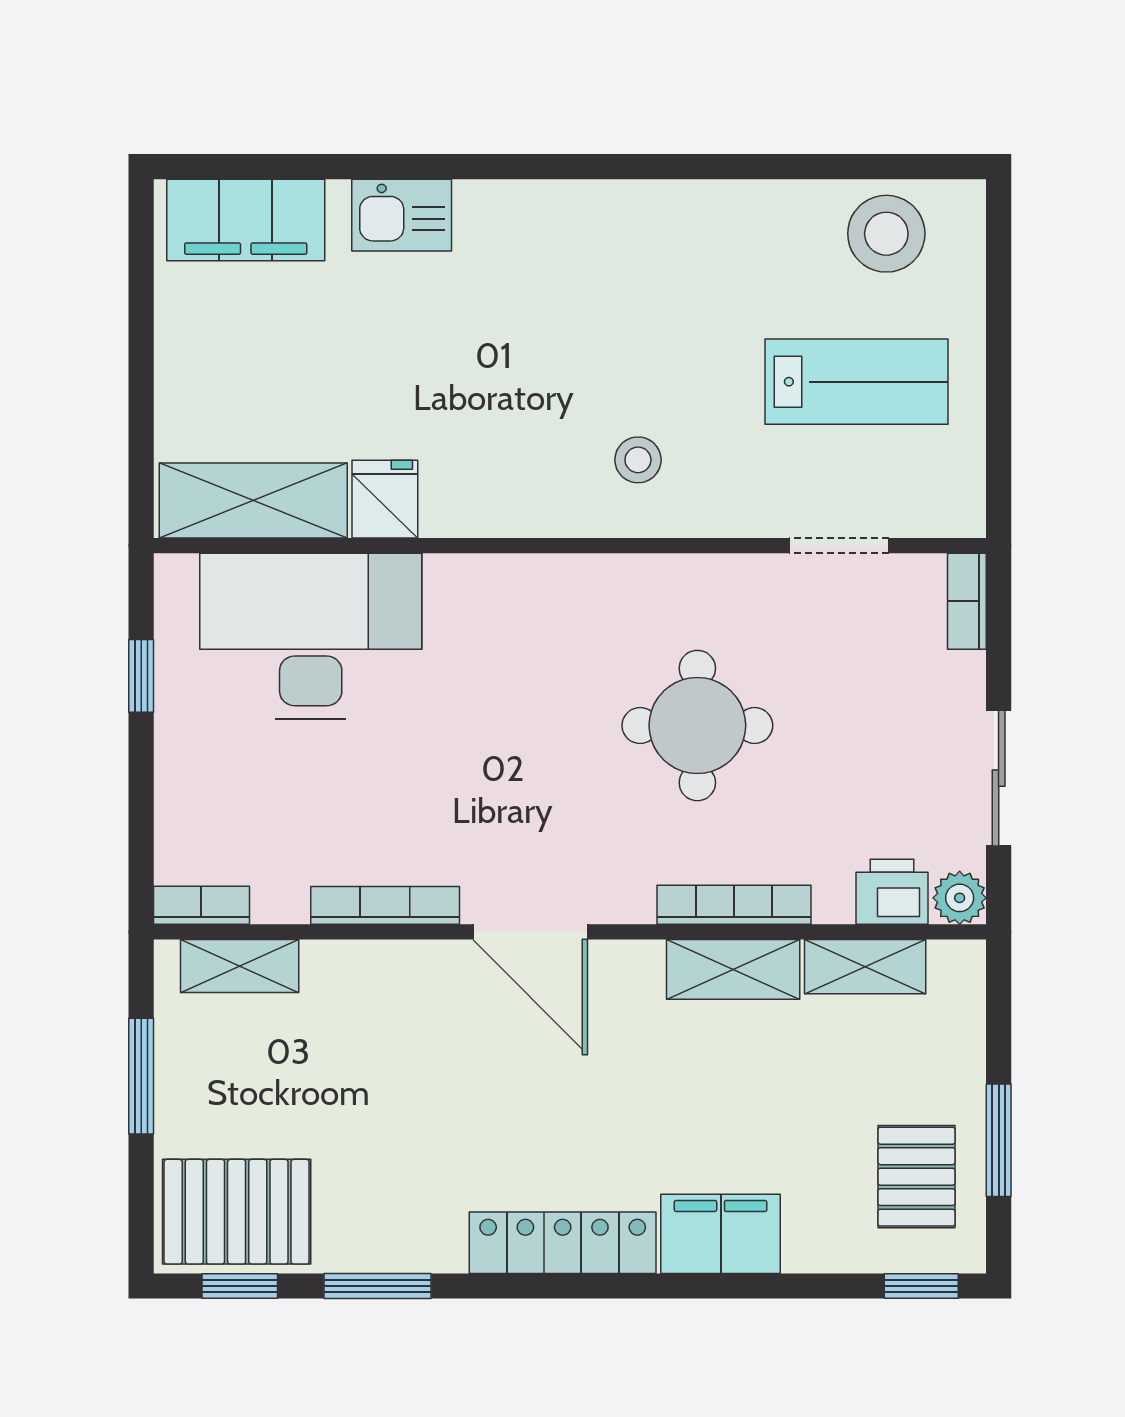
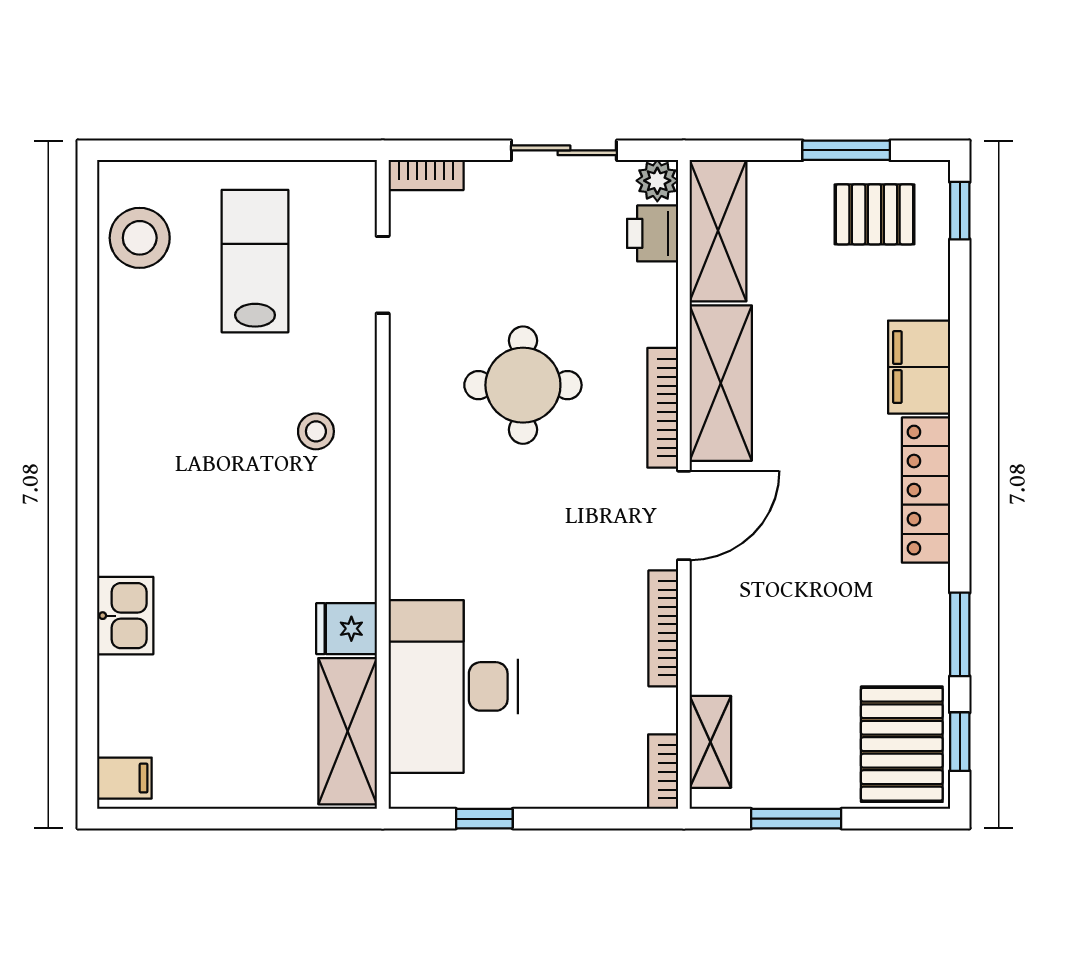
filing cabinet: (246, 220) -> (124, 778), width x0.33, depth x0.86
bookcase: (734, 905) -> (663, 408), moved
shelving: (865, 967) -> (718, 231), width x1.50, depth x1.33
shelving: (733, 969) -> (721, 383), width x1.50, depth x1.33

